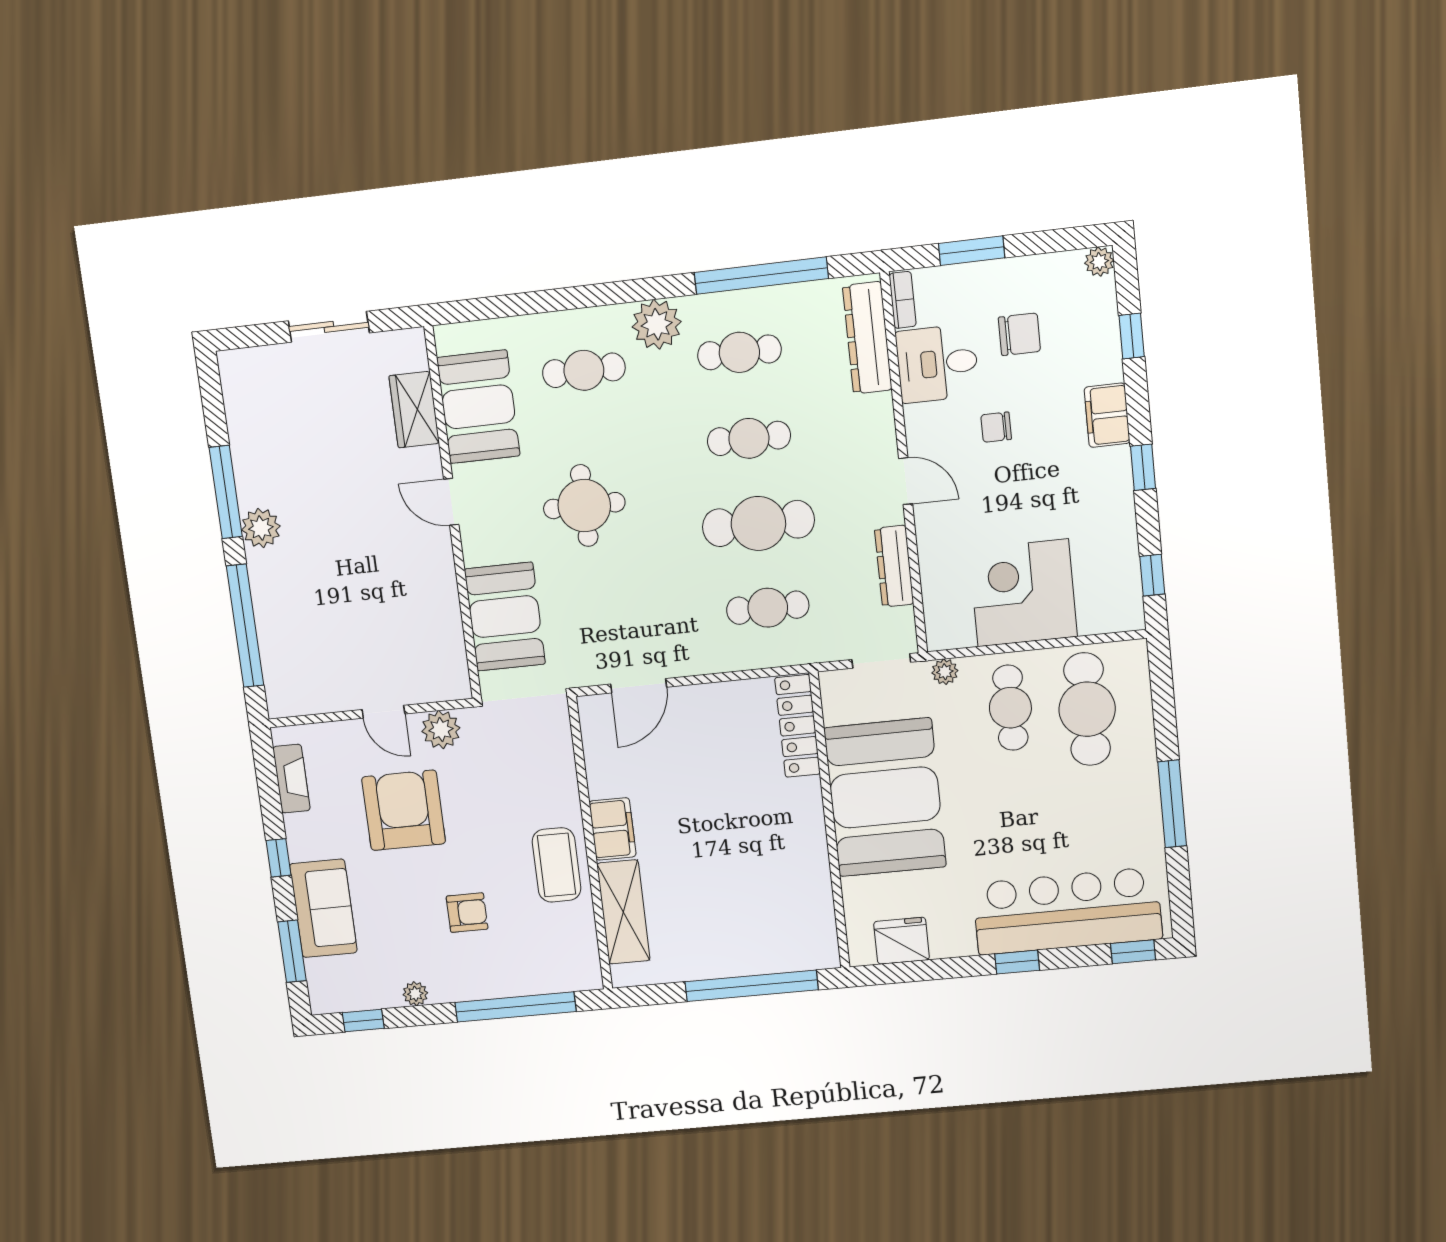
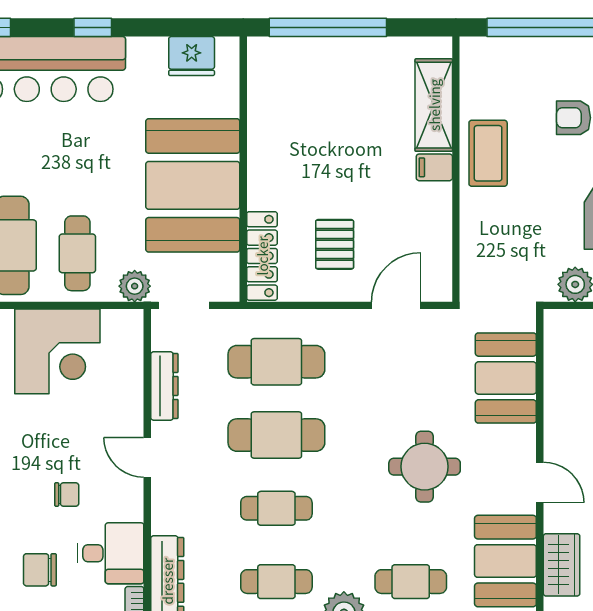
cafe table: (768, 608) -> (276, 362), width x1.37, depth x1.35
plant: (945, 672) -> (135, 286), width x1.38, depth x1.38
pallet: (716, 747) -> (335, 244), added
filing cabinet: (613, 829) -> (434, 167), width x0.50

